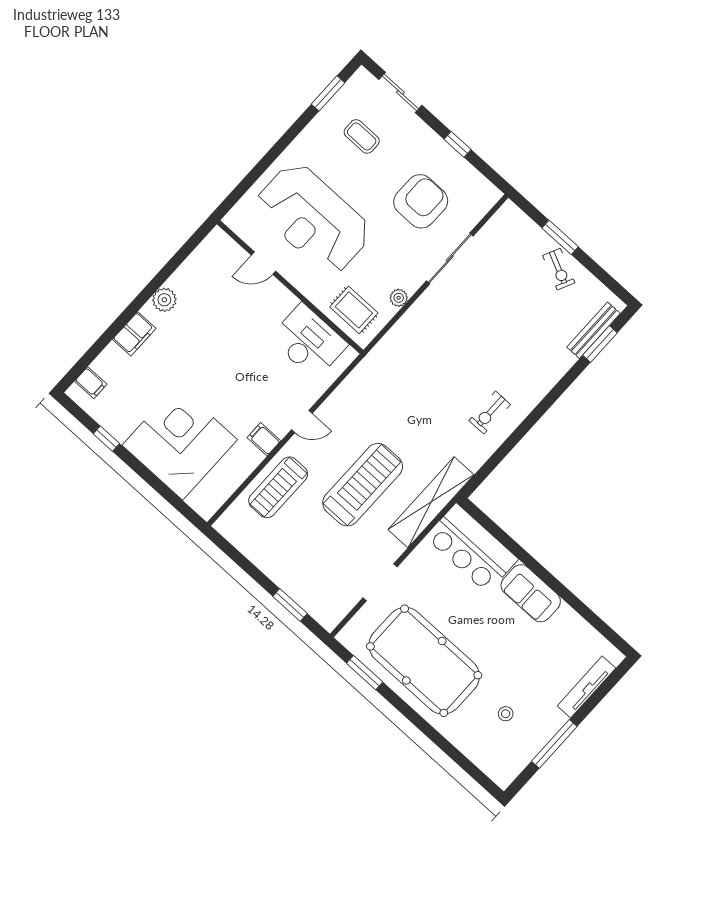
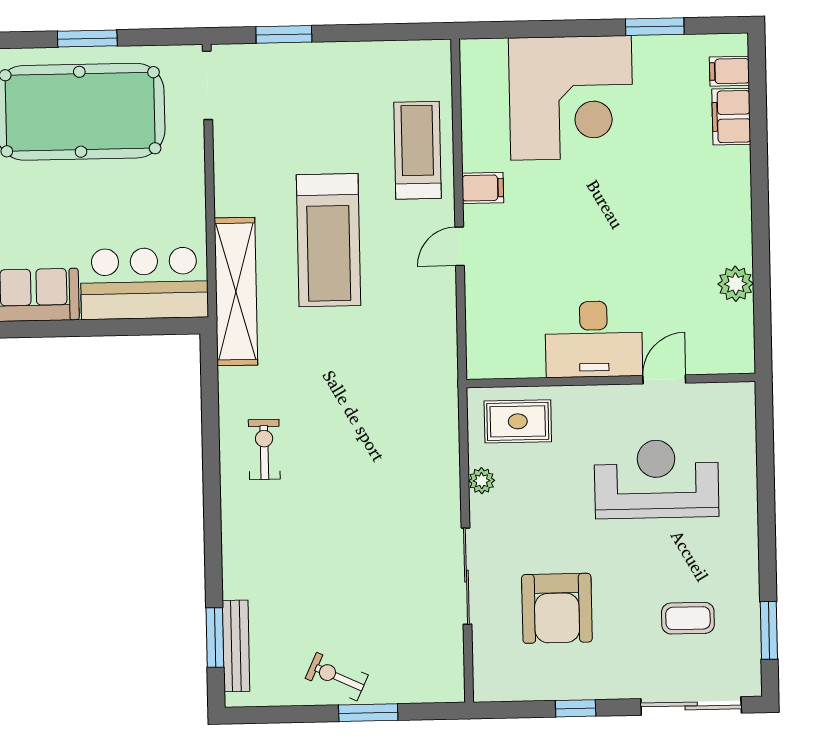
sliding door: (400, 92) -> (691, 706), width x1.37
reception desk: (313, 218) -> (656, 479), width x0.74, depth x0.77
plant: (164, 300) -> (736, 284), moved
filing cabinet: (134, 334) -> (731, 117), moved
desk: (309, 341) -> (594, 339), moved
window: (106, 439) -> (655, 27), width x1.50
doorway: (380, 582) -> (208, 85), moved
window: (365, 673) -> (87, 39), moved

